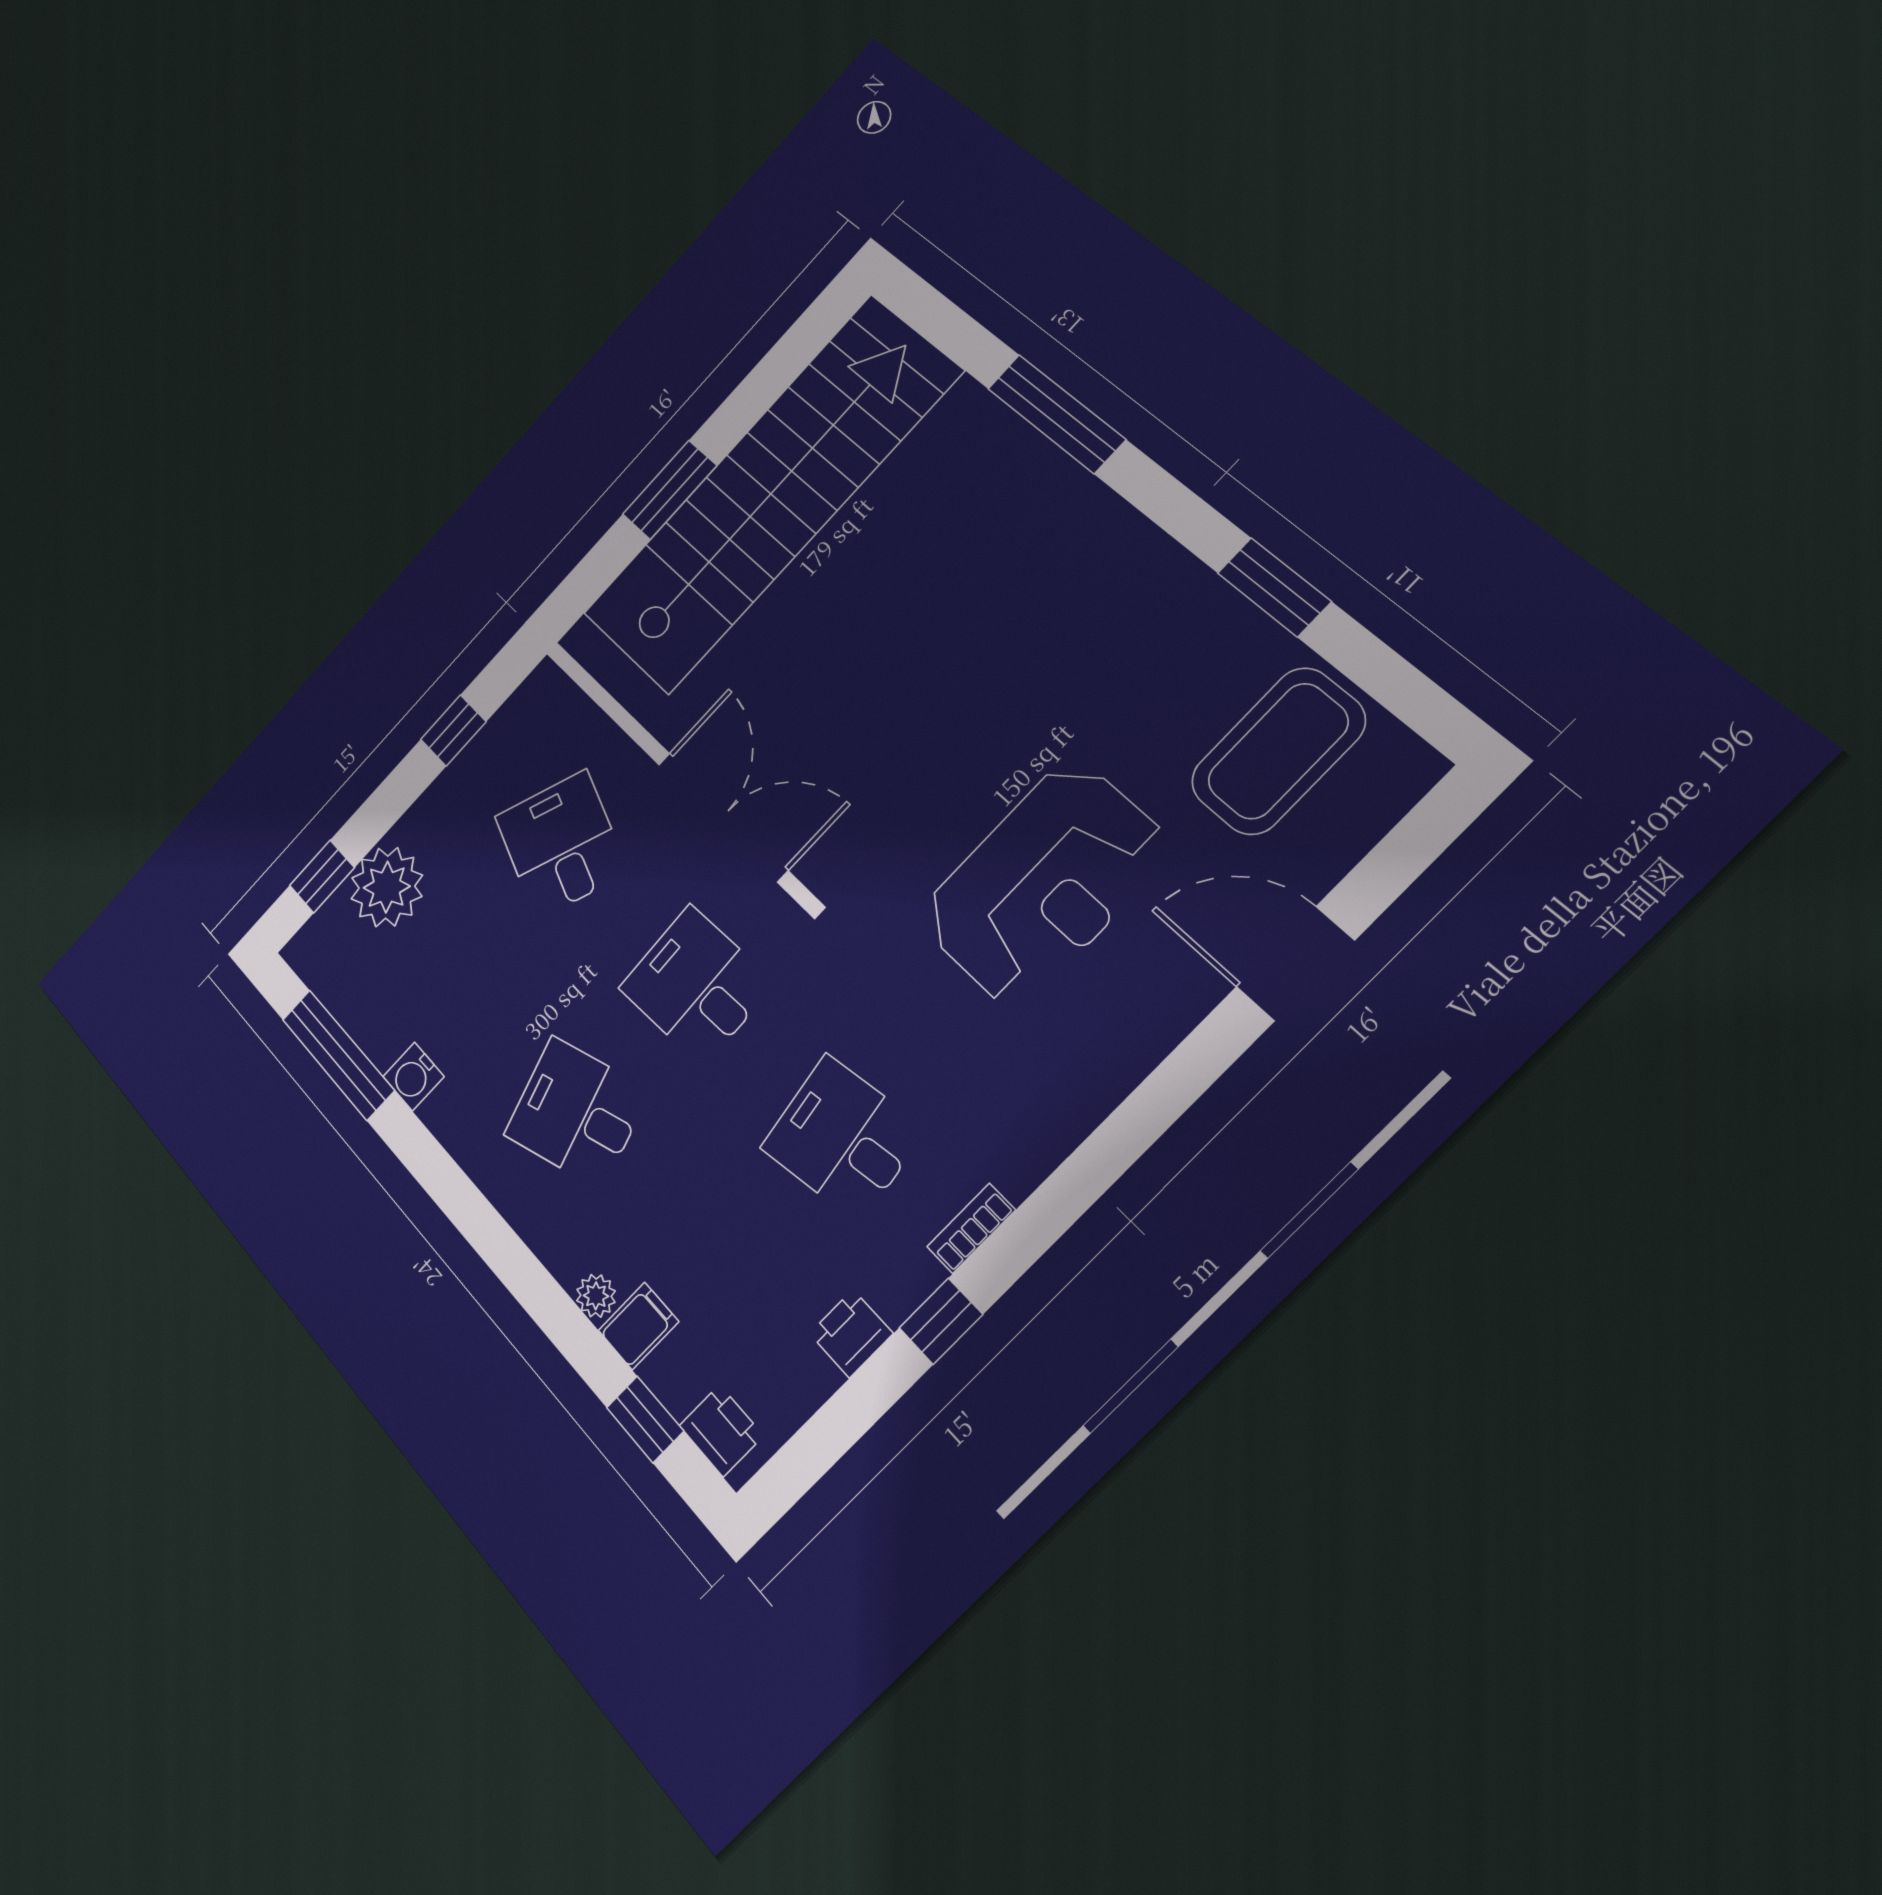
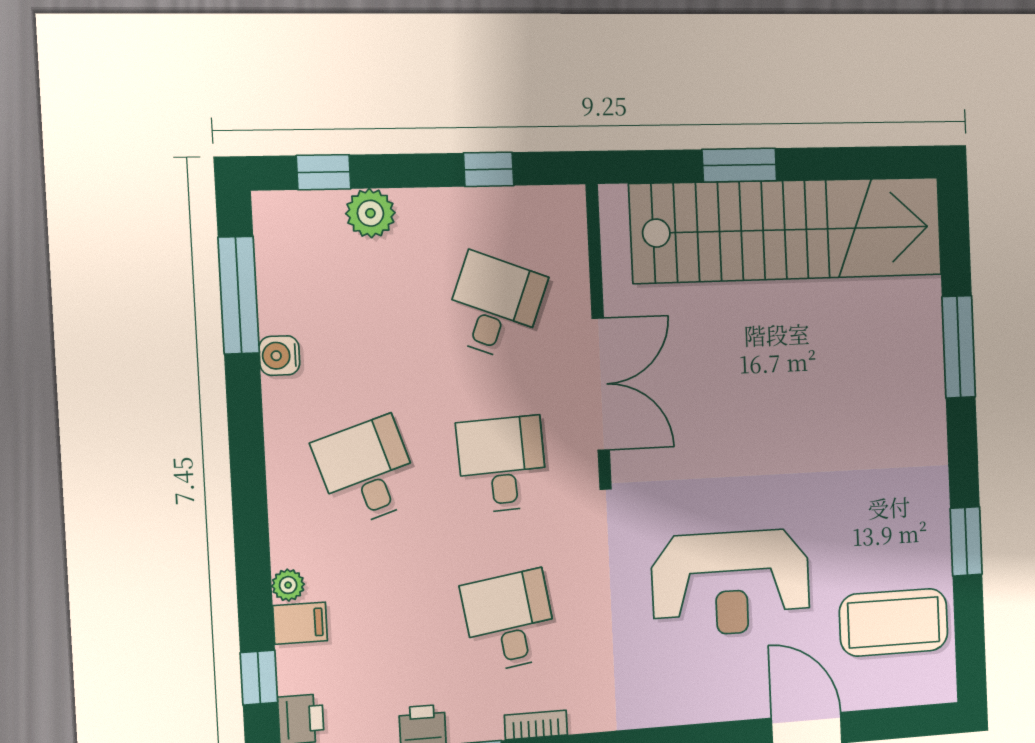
plant: (387, 887) -> (370, 213), width x0.73, depth x0.73

